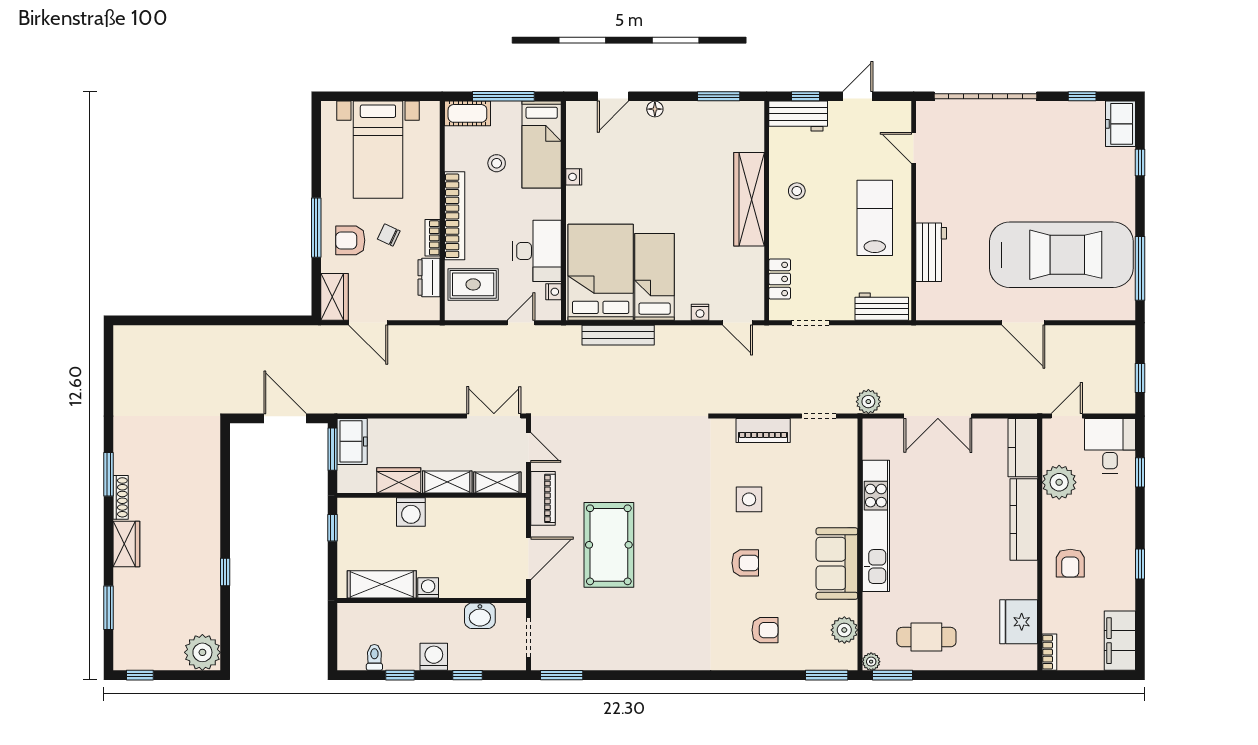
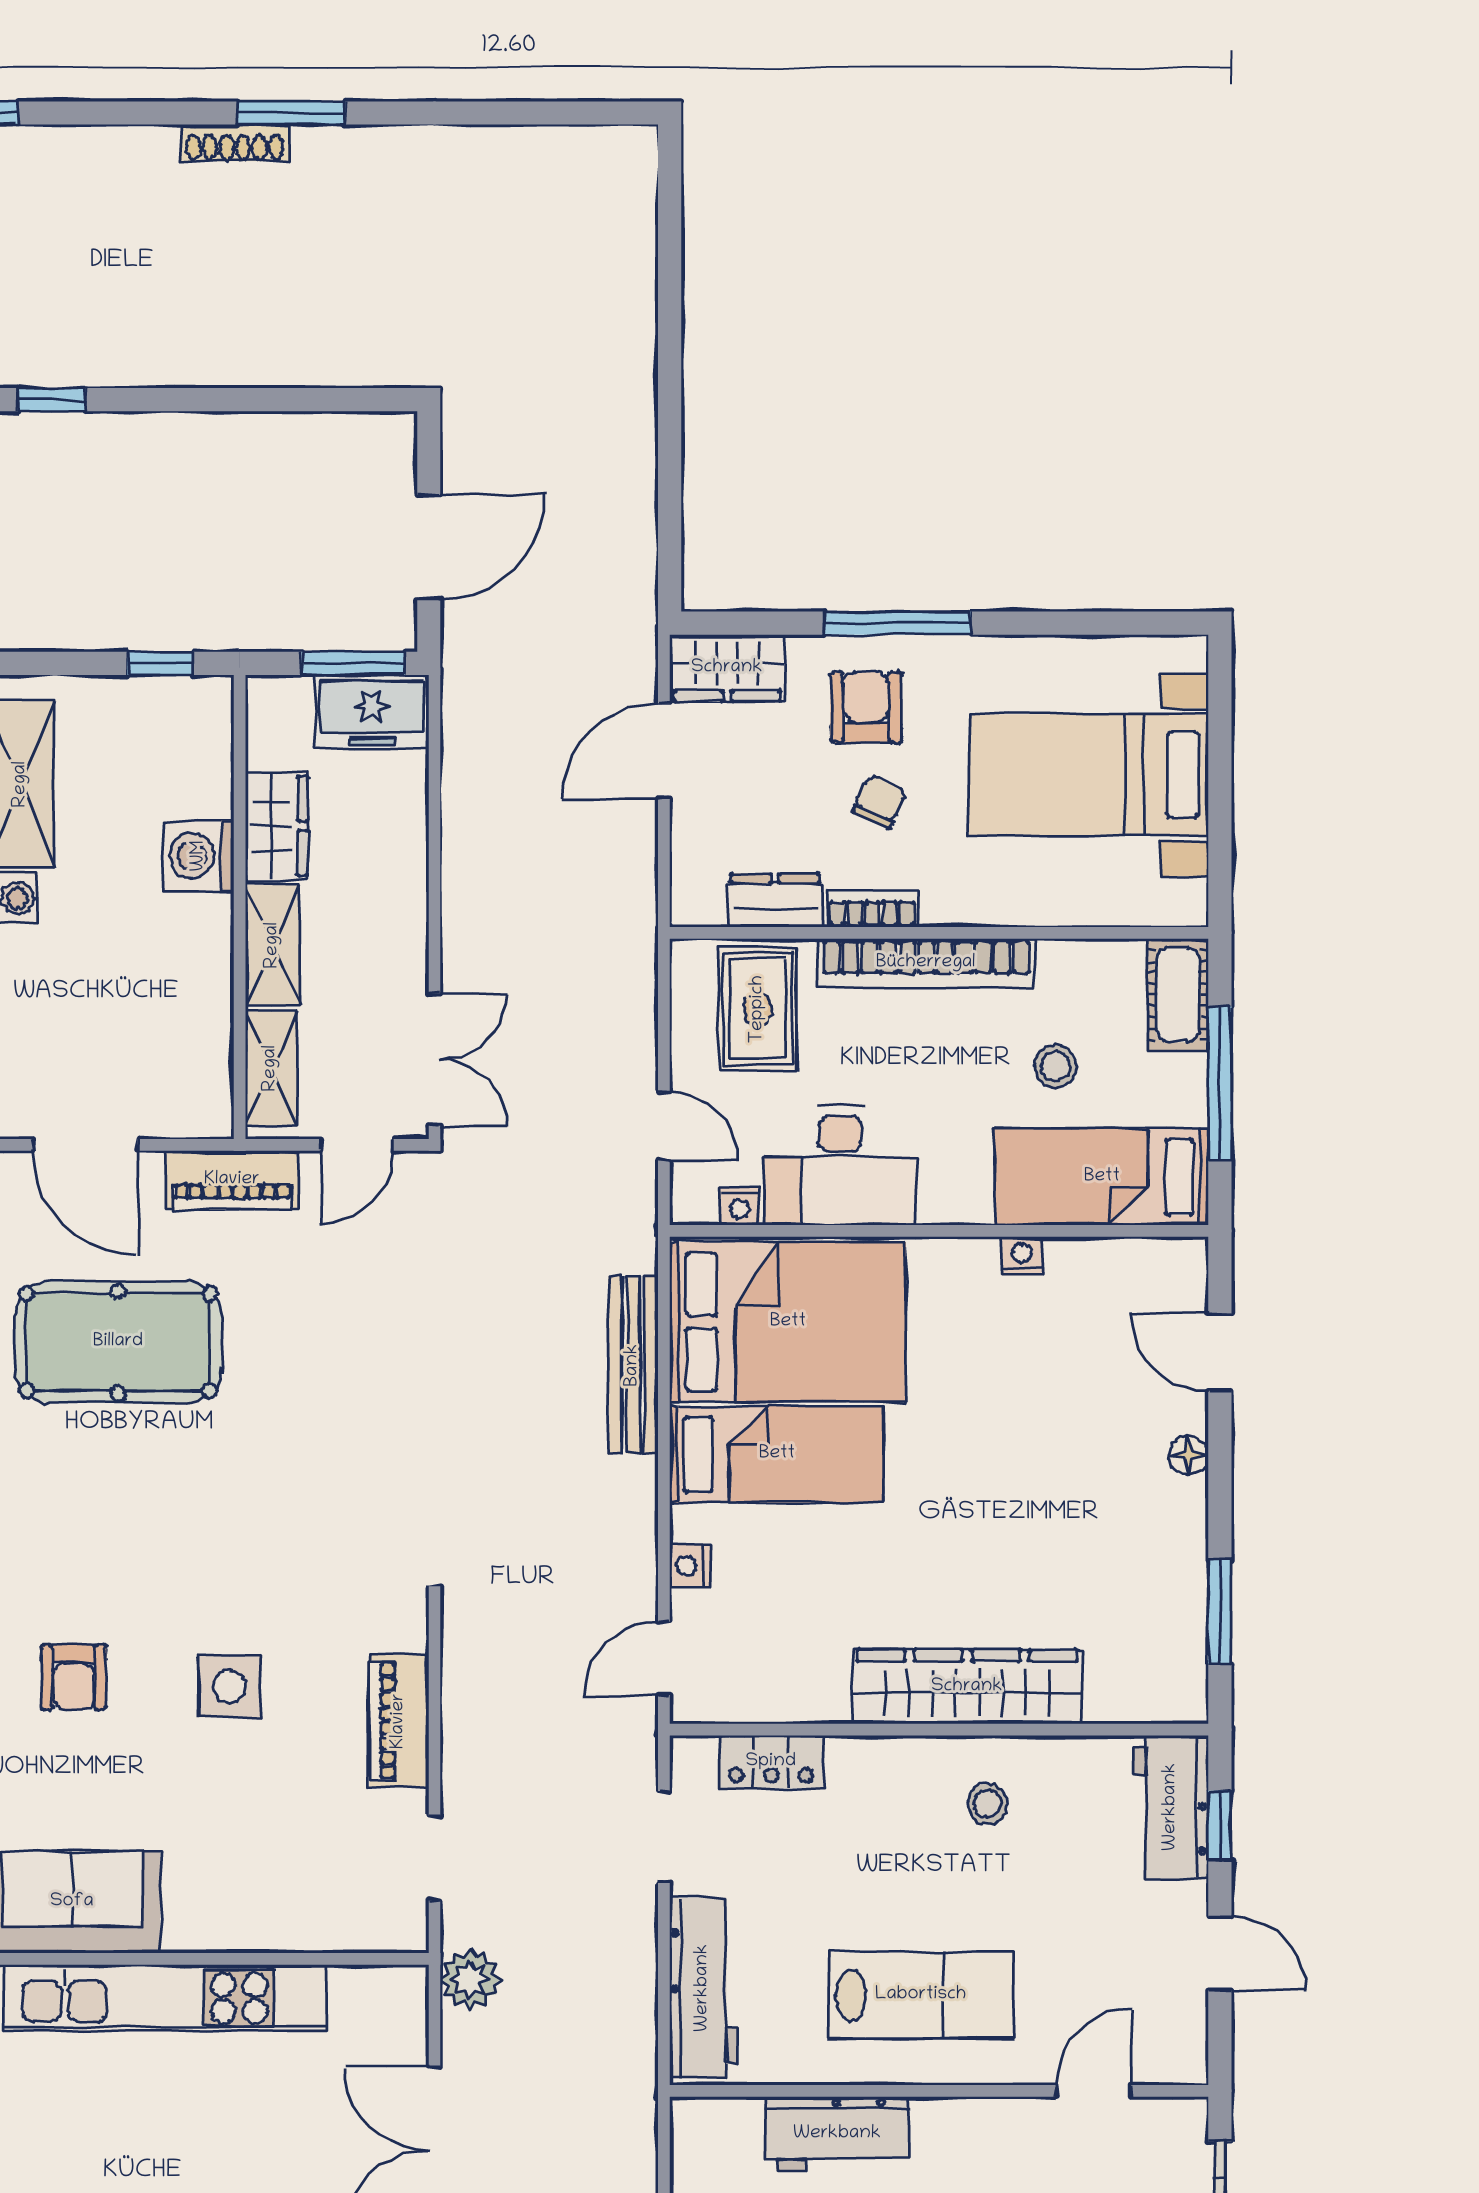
workbench: (882, 307) -> (703, 1988), width x1.38
wardrobe: (126, 544) -> (120, 157), removed

